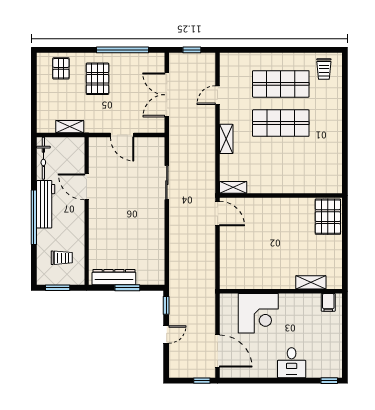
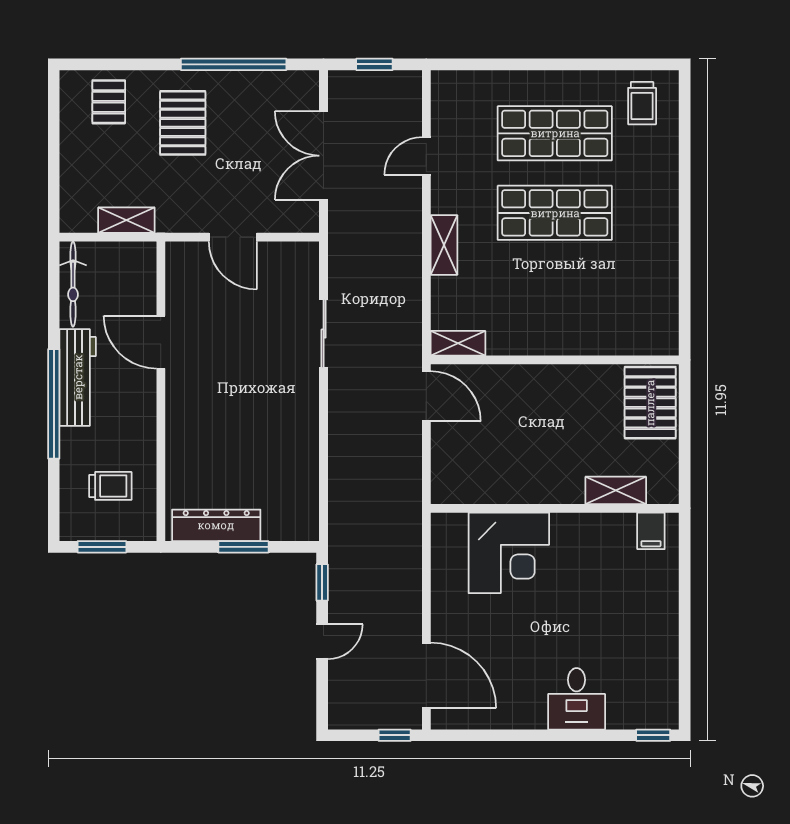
shelving: (311, 282) -> (616, 490), moved
wall: (281, 291) -> (555, 508), moved
filing cabinet: (328, 302) -> (651, 531), moved
corner desk: (258, 313) -> (509, 553), moved

